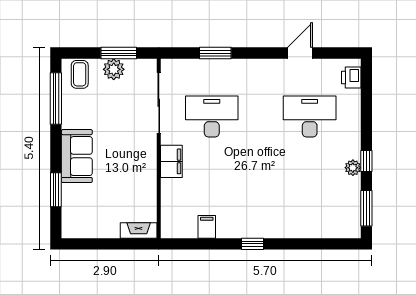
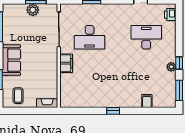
coffee table: (80, 74) -> (18, 96), moved
desk: (212, 117) -> (90, 37), turned 180
filing cabinet: (207, 227) -> (147, 101), moved

